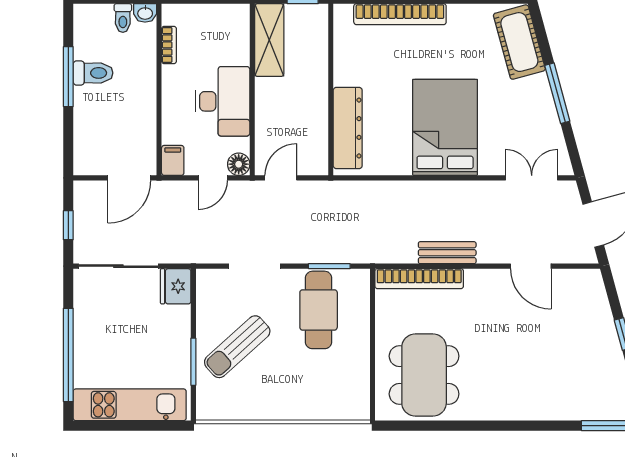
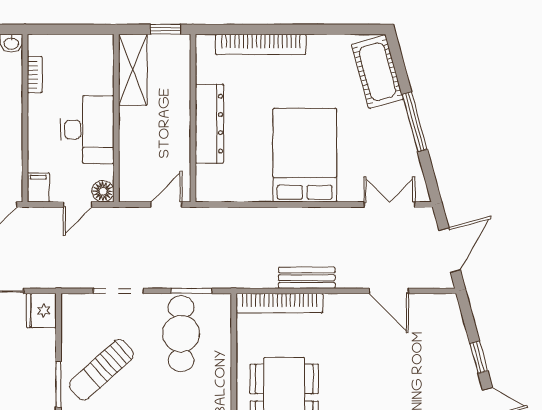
dresser: (348, 128) -> (210, 124), moved
door: (281, 178) -> (166, 205), moved

